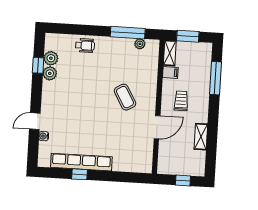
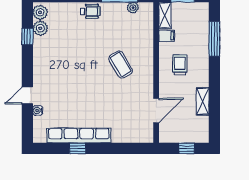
wheelchair: (85, 45) -> (90, 11), moved
plant: (50, 73) -> (40, 12), moved
door: (157, 127) -> (156, 110), moved

